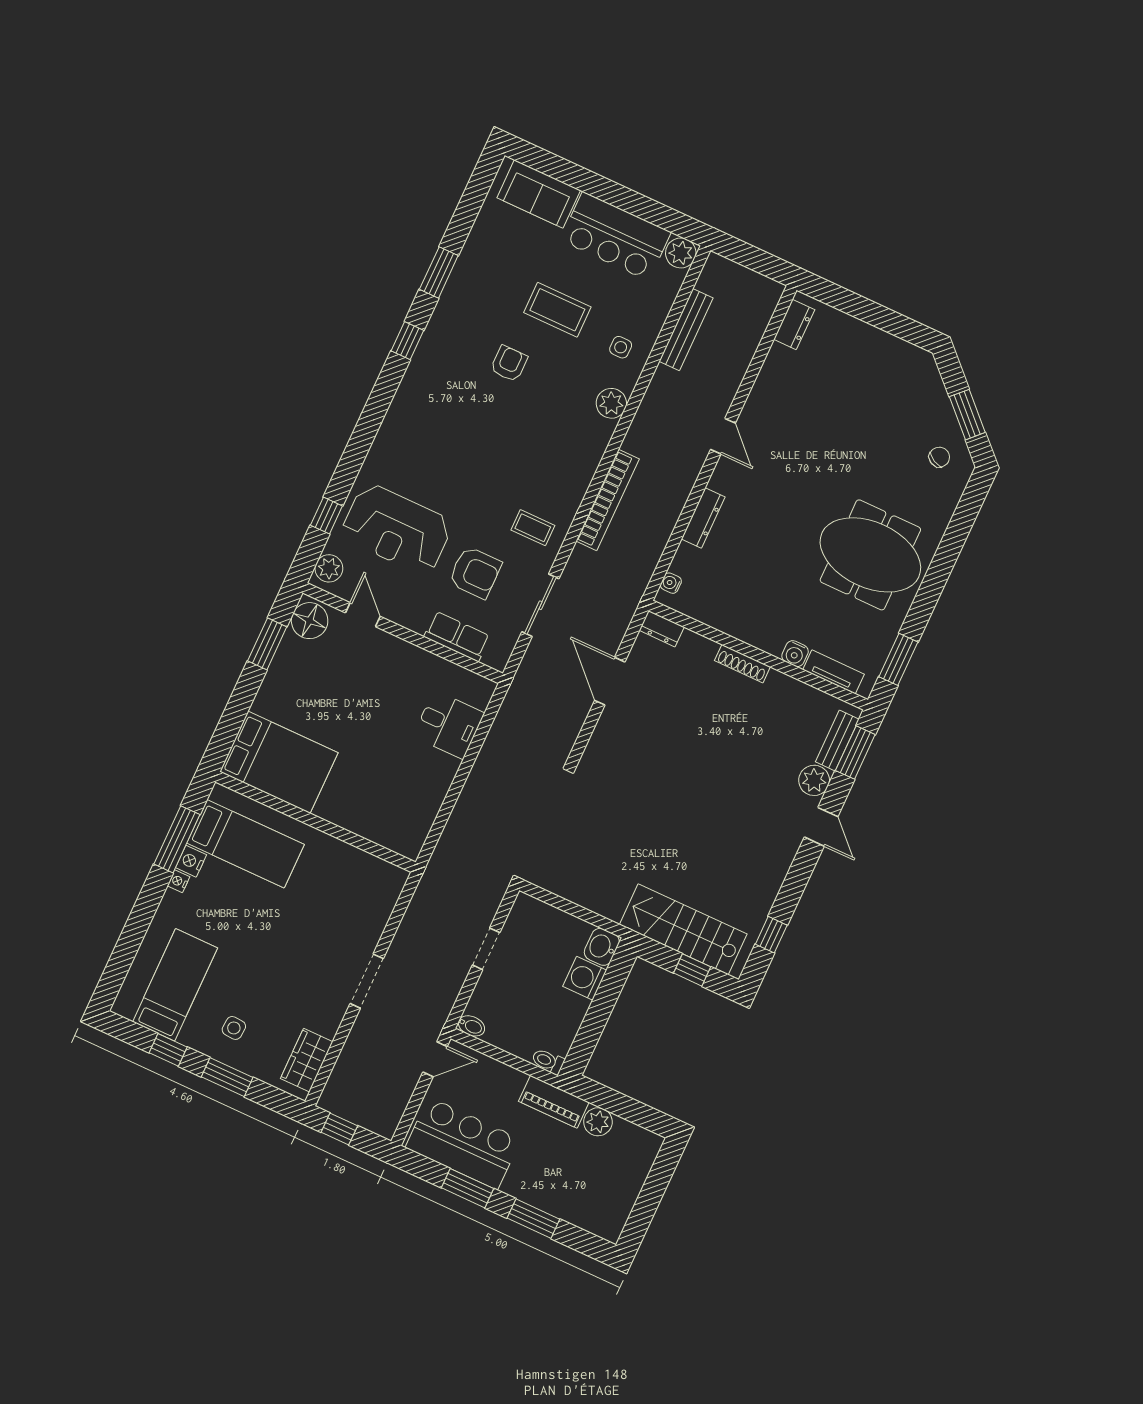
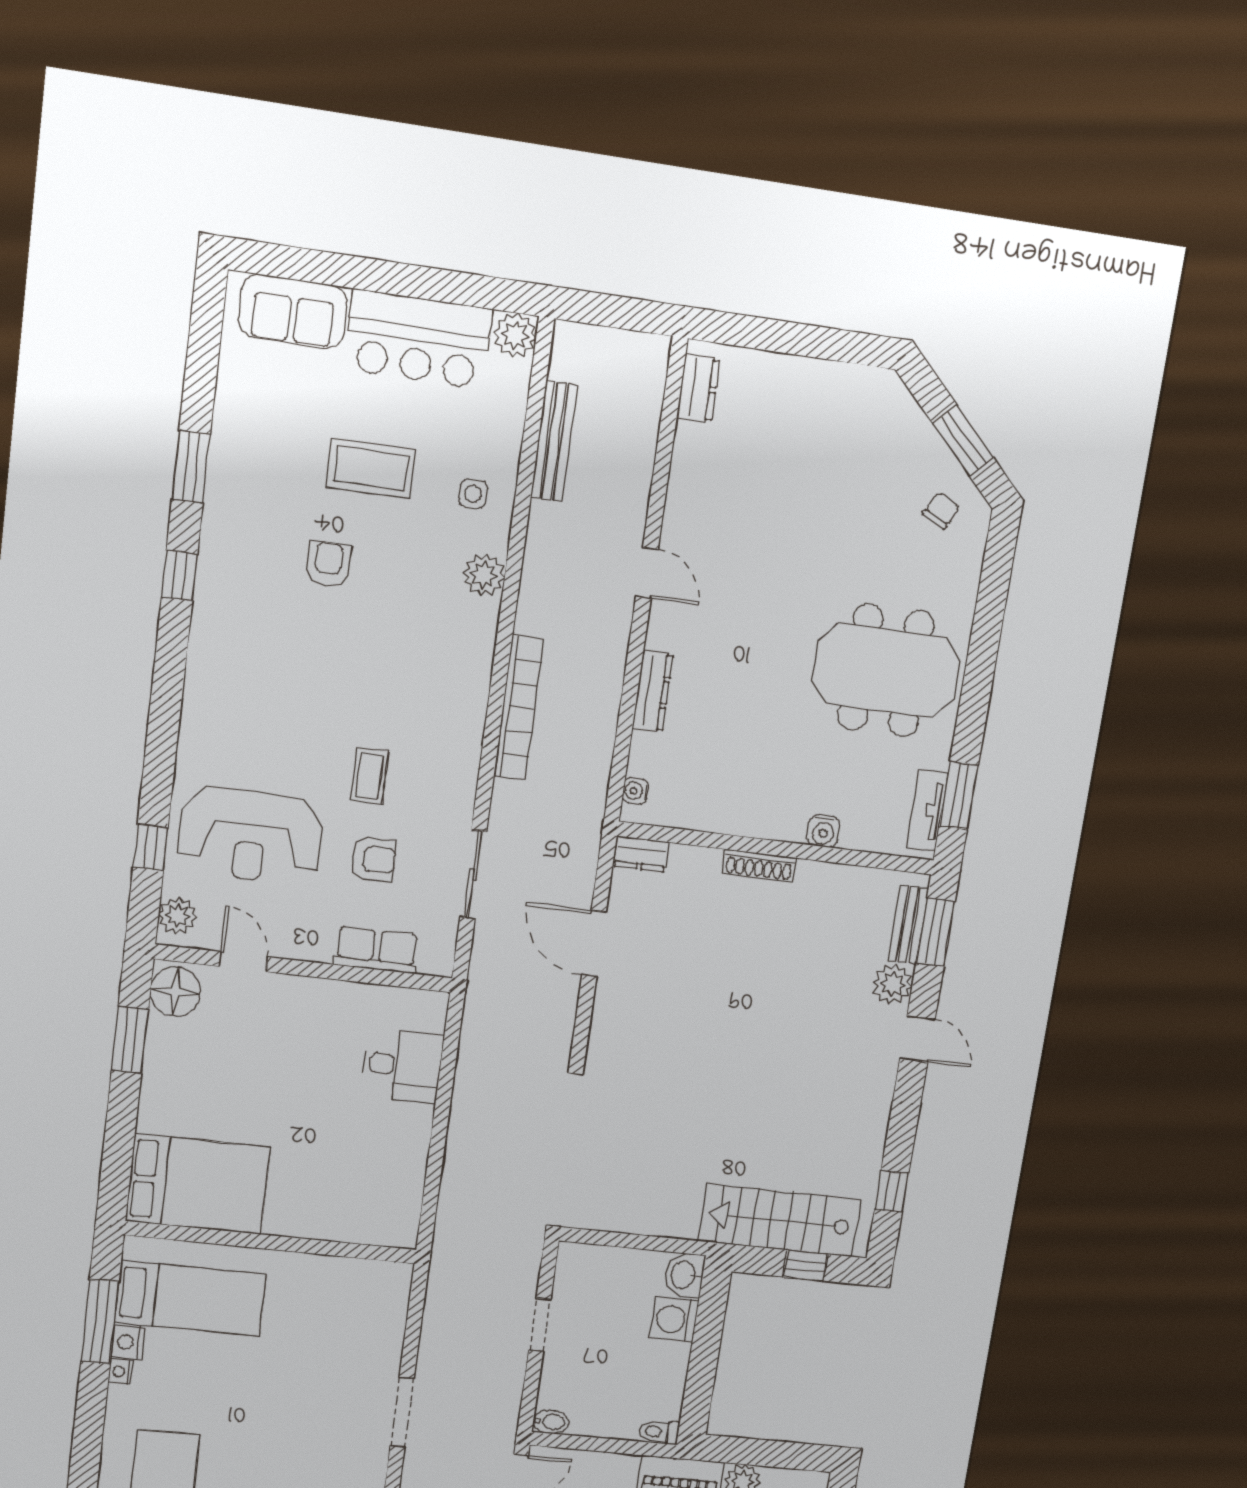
coffee table: (533, 528) -> (369, 776), moved, turned 90
armchair: (475, 572) -> (373, 859), width x0.72, depth x0.72
tv unit: (833, 672) -> (927, 810), moved, turned -90

